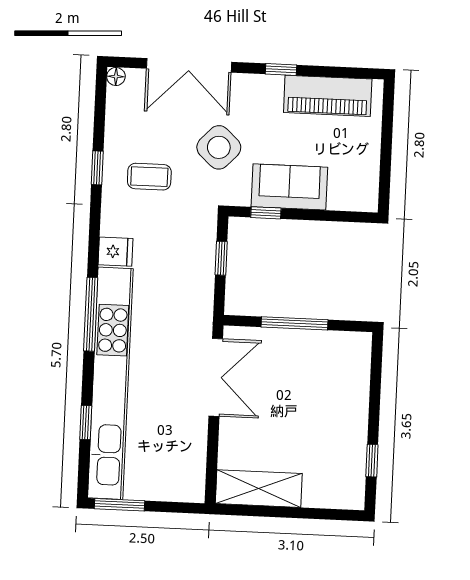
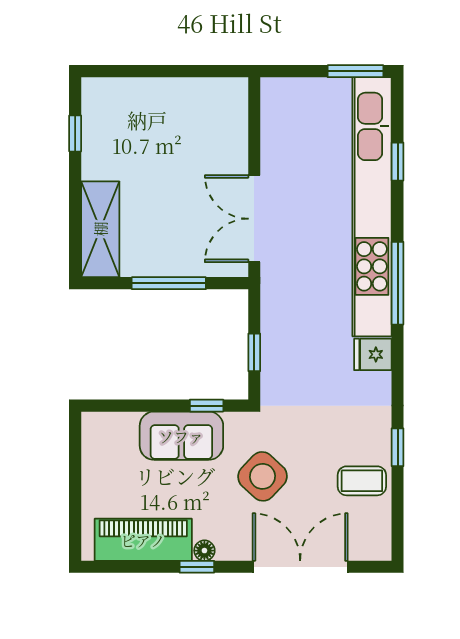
floor lamp: (116, 76) -> (204, 551), moved
coffee table: (149, 177) -> (362, 481), moved
shelving: (259, 489) -> (100, 229), moved, turned 90

